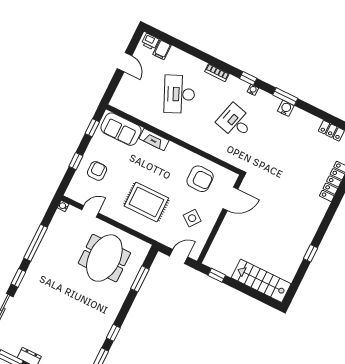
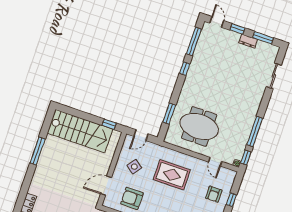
door: (90, 211) -> (215, 162), hinge flipped
window: (311, 253) -> (38, 151), width x2.17
meeting table: (104, 258) -> (199, 126), turned 90
window: (18, 278) -> (246, 157), moved
stairs: (261, 281) -> (80, 131), width x1.36, depth x1.51

